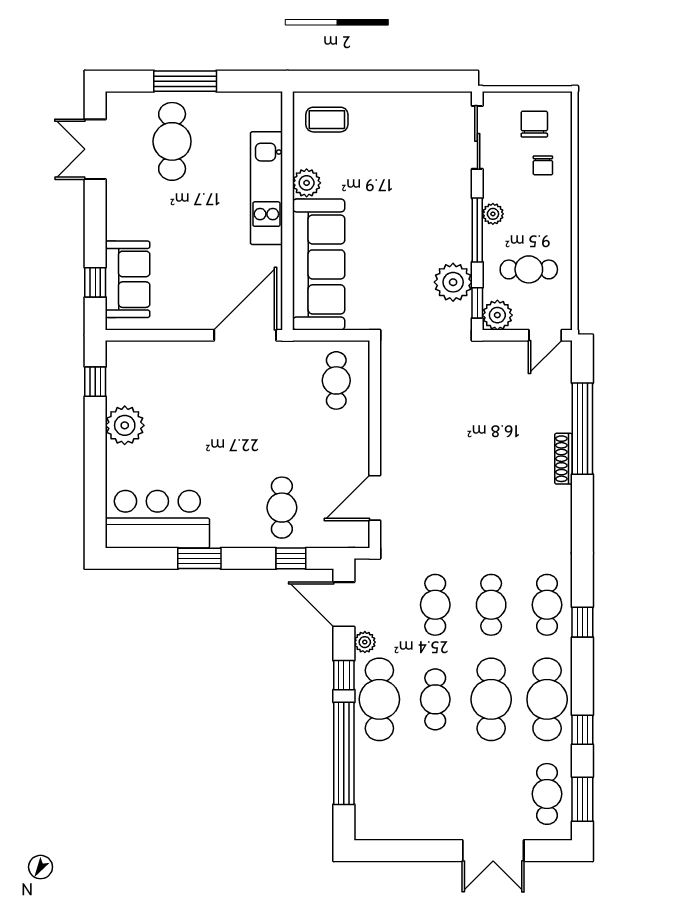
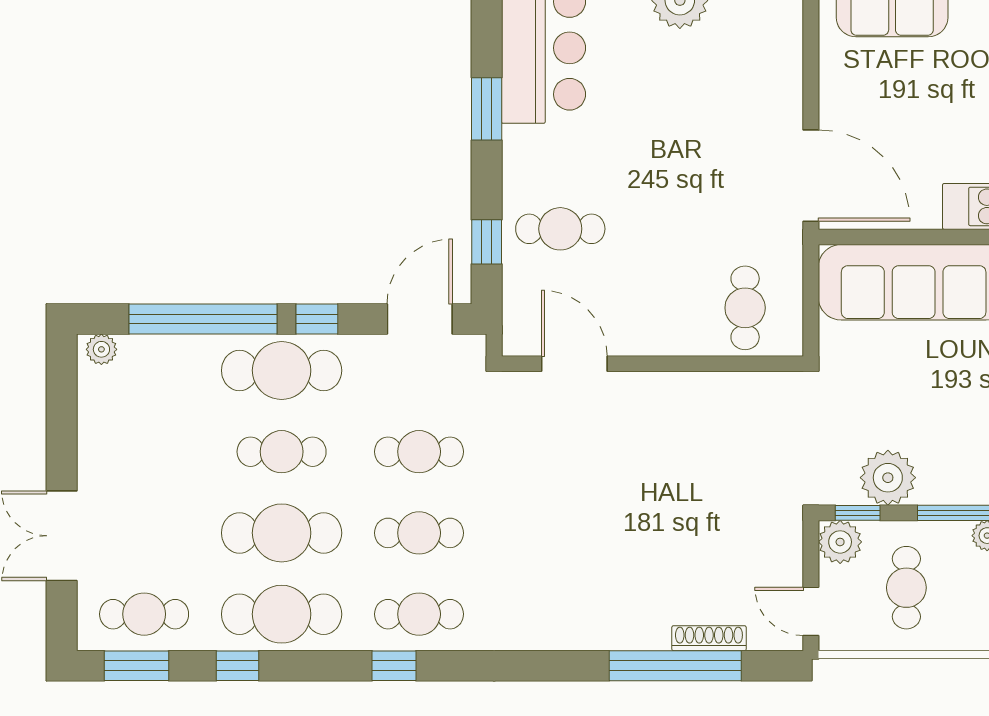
cafe table: (336, 380) -> (745, 308), turned 90
shoe rack: (564, 459) -> (709, 638), moved
plant: (365, 642) -> (101, 349), moved

